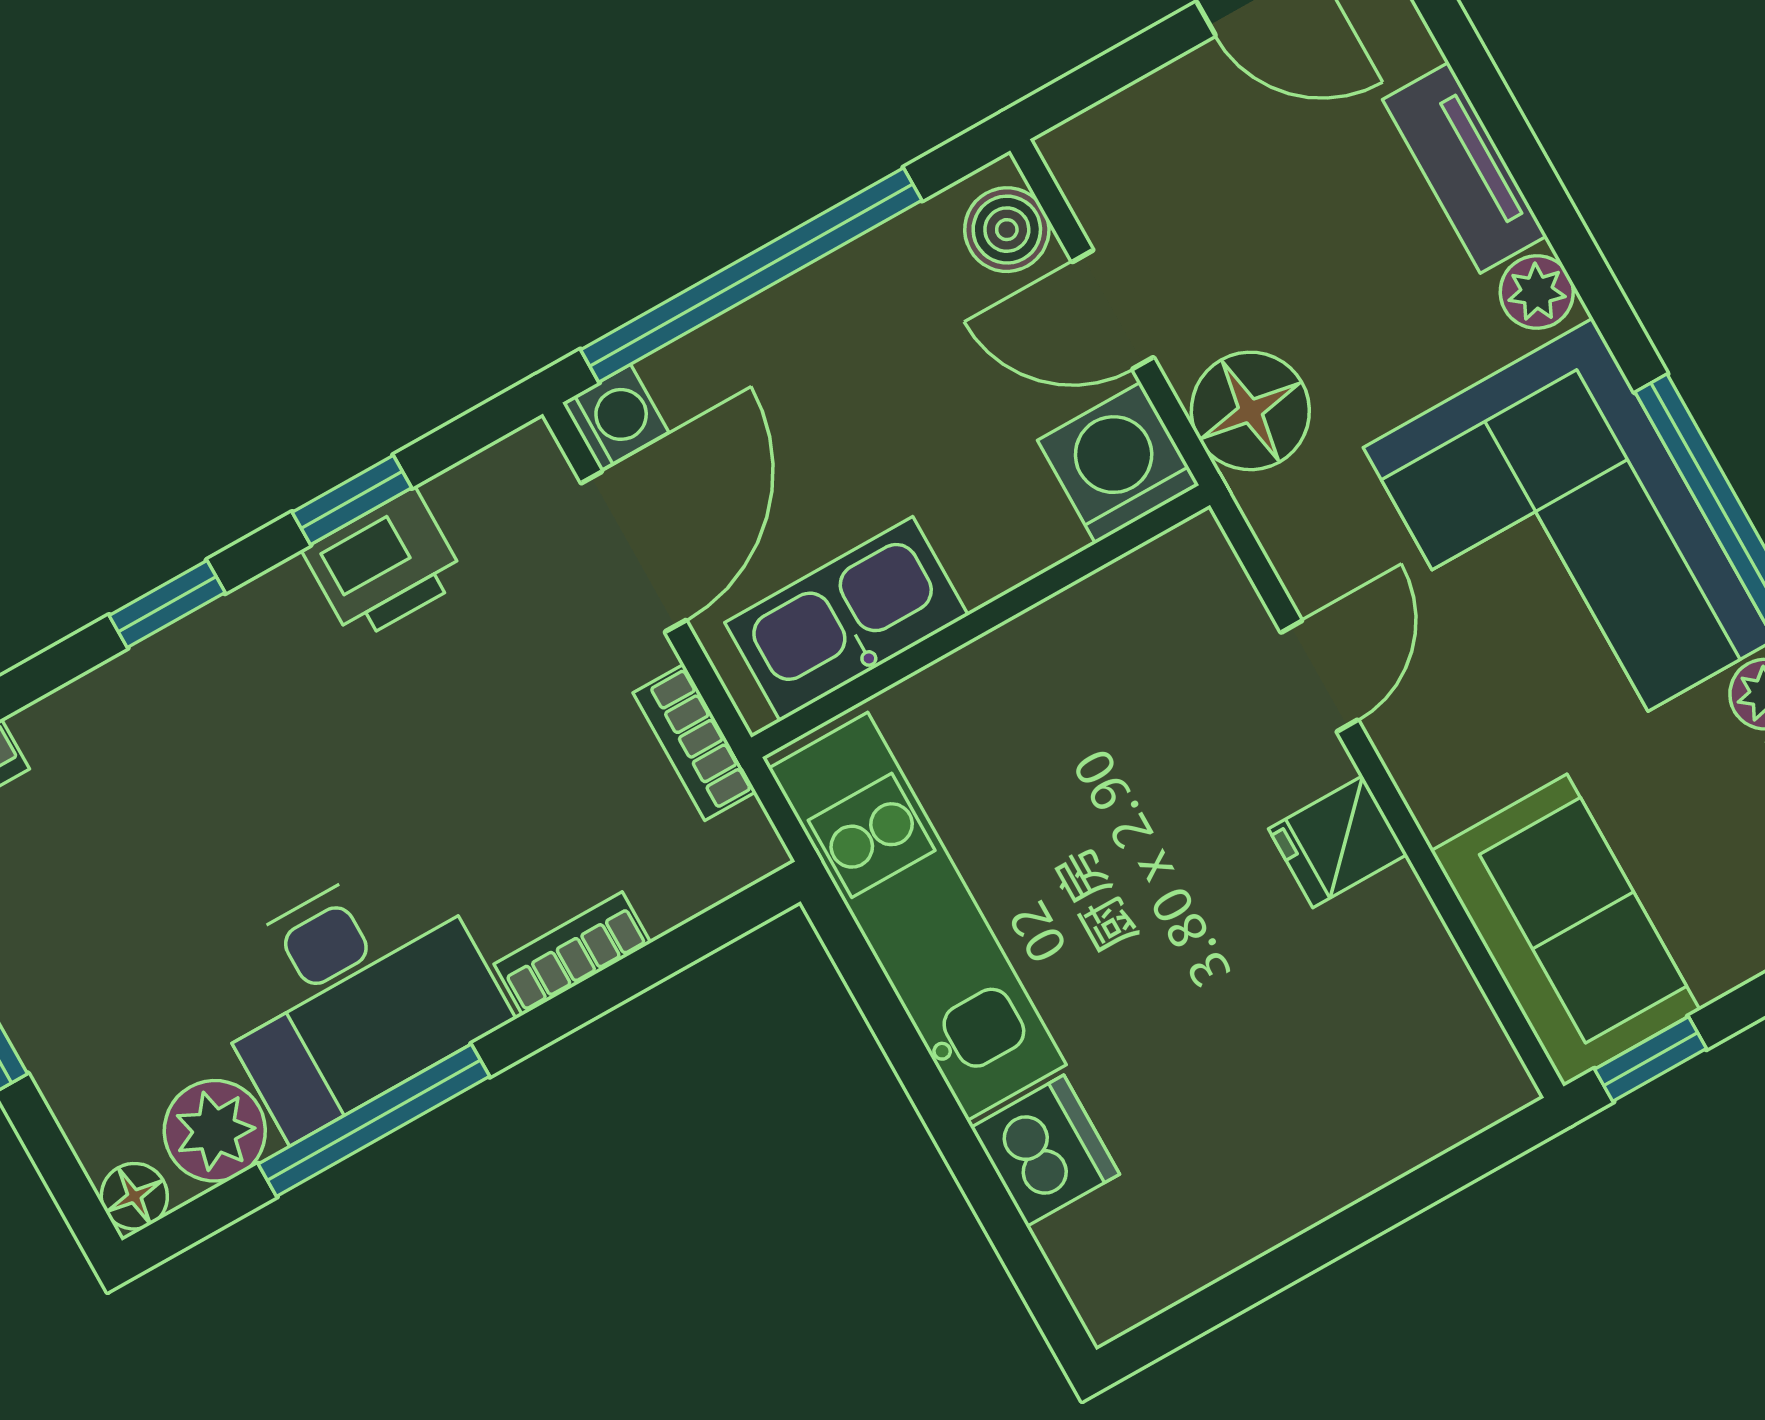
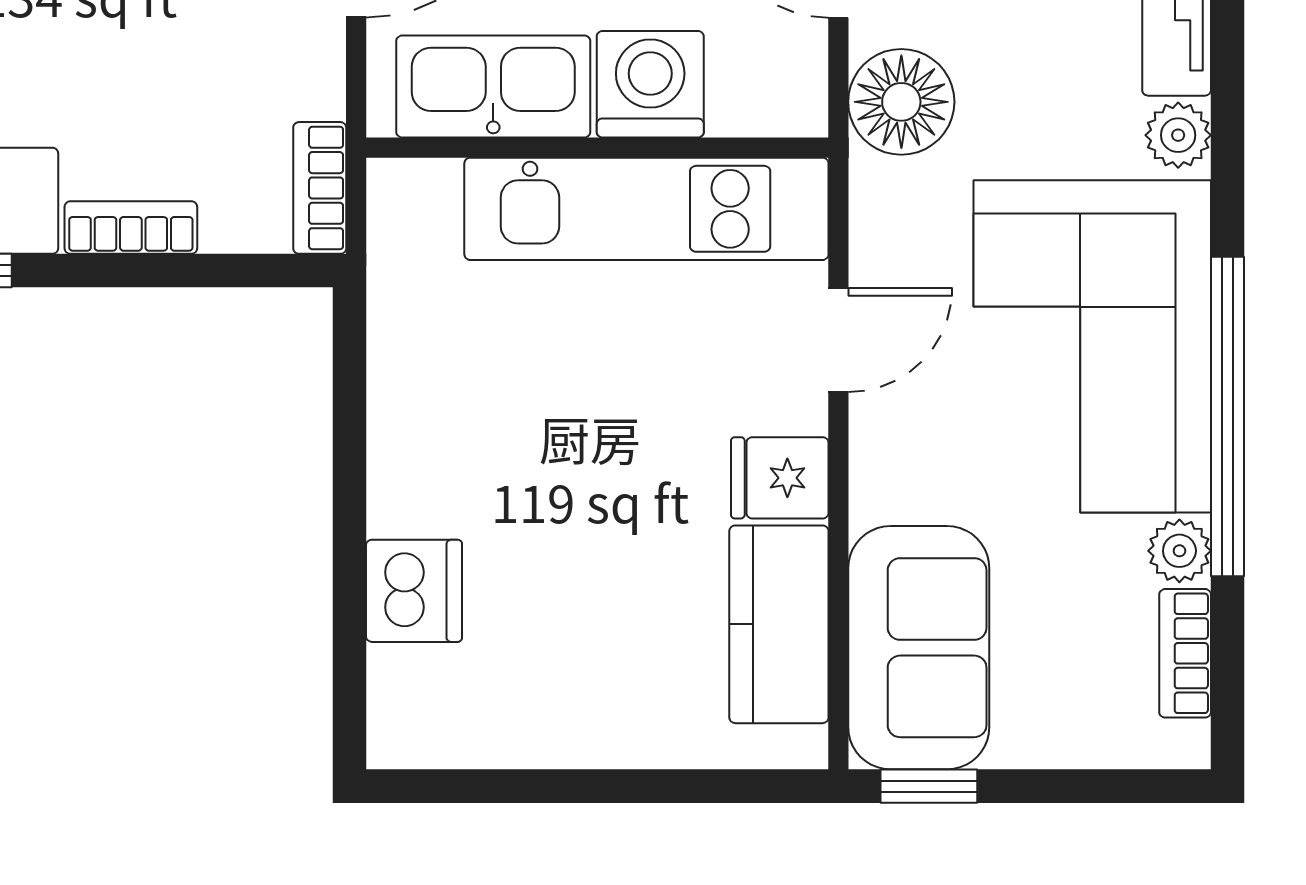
washing machine: (1118, 463) -> (650, 84), moved
bookcase: (694, 742) -> (320, 188), moved
kitchen unit: (917, 917) -> (646, 209), moved, turned 90
kitchen counter: (1417, 984) -> (779, 624), added

